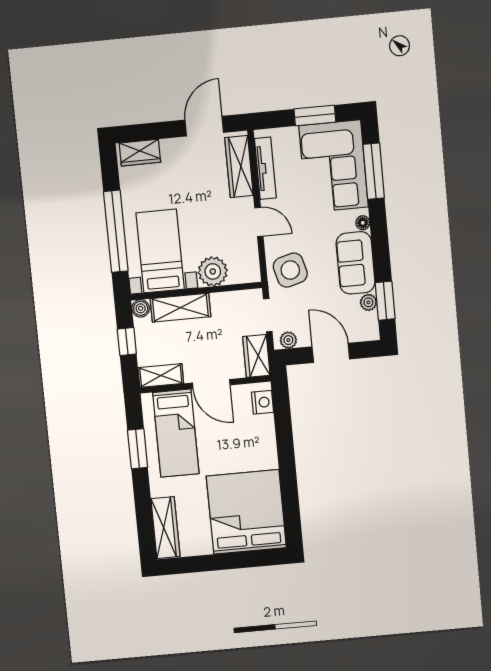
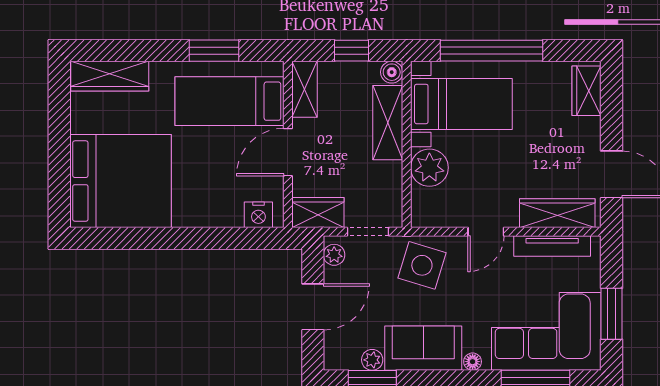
side table: (290, 270) -> (422, 265), turned 32

